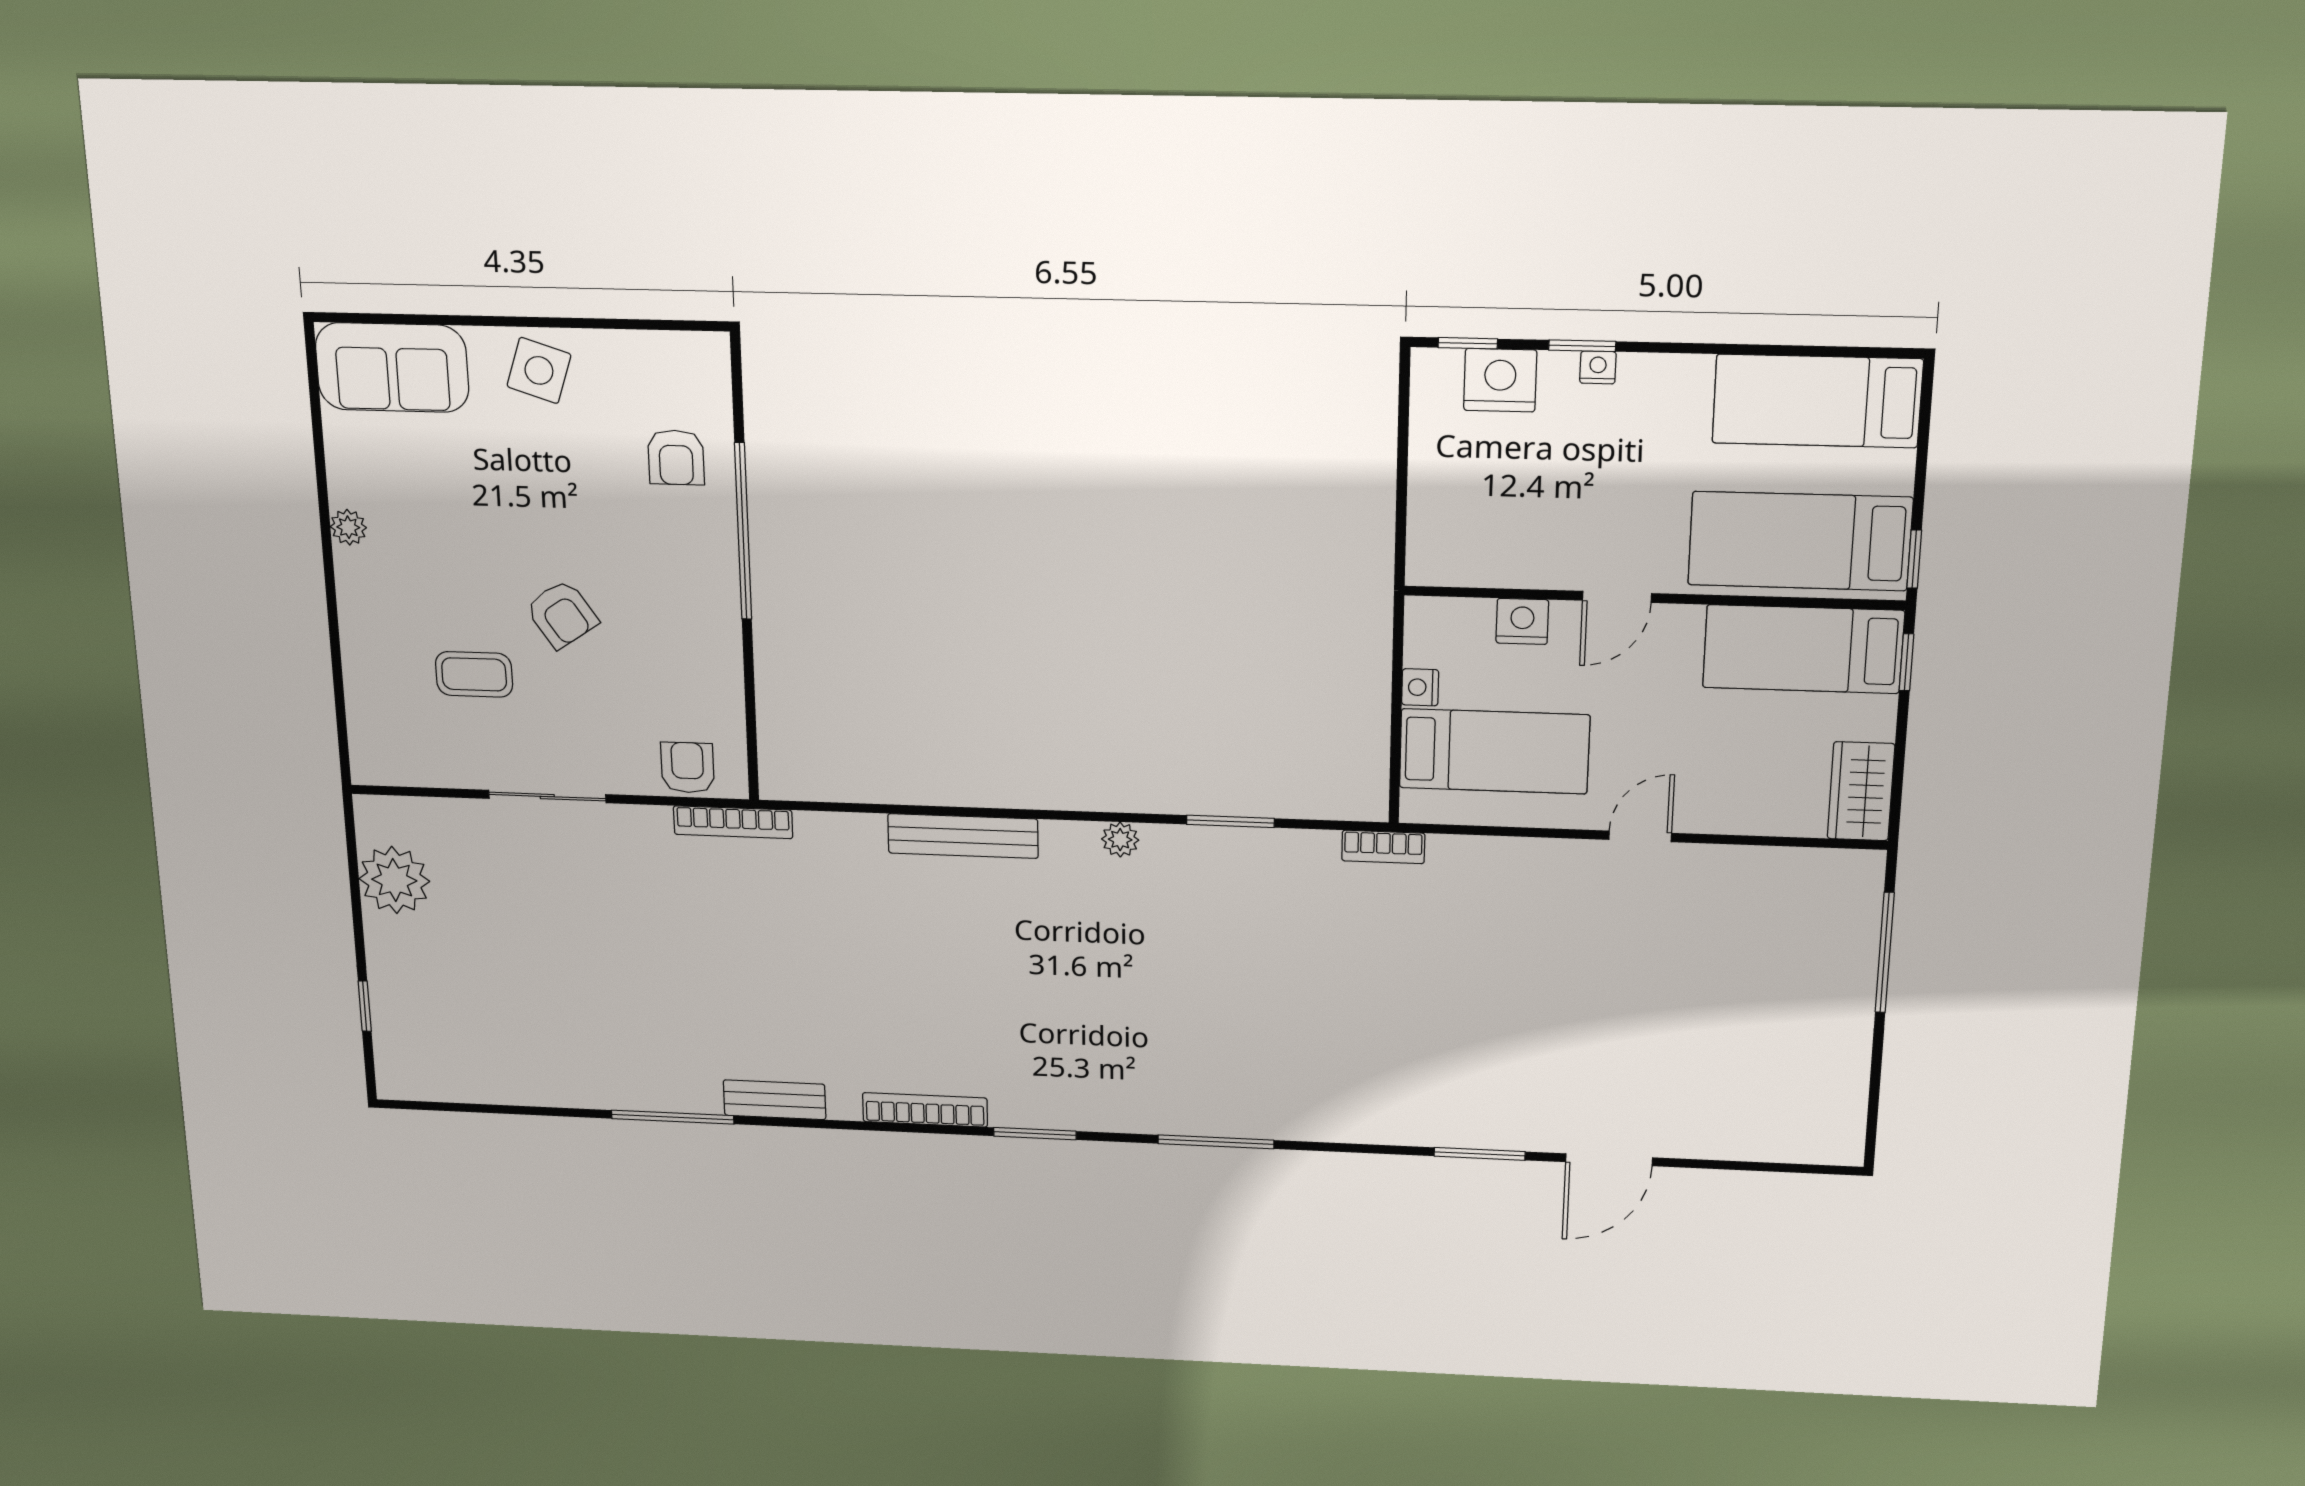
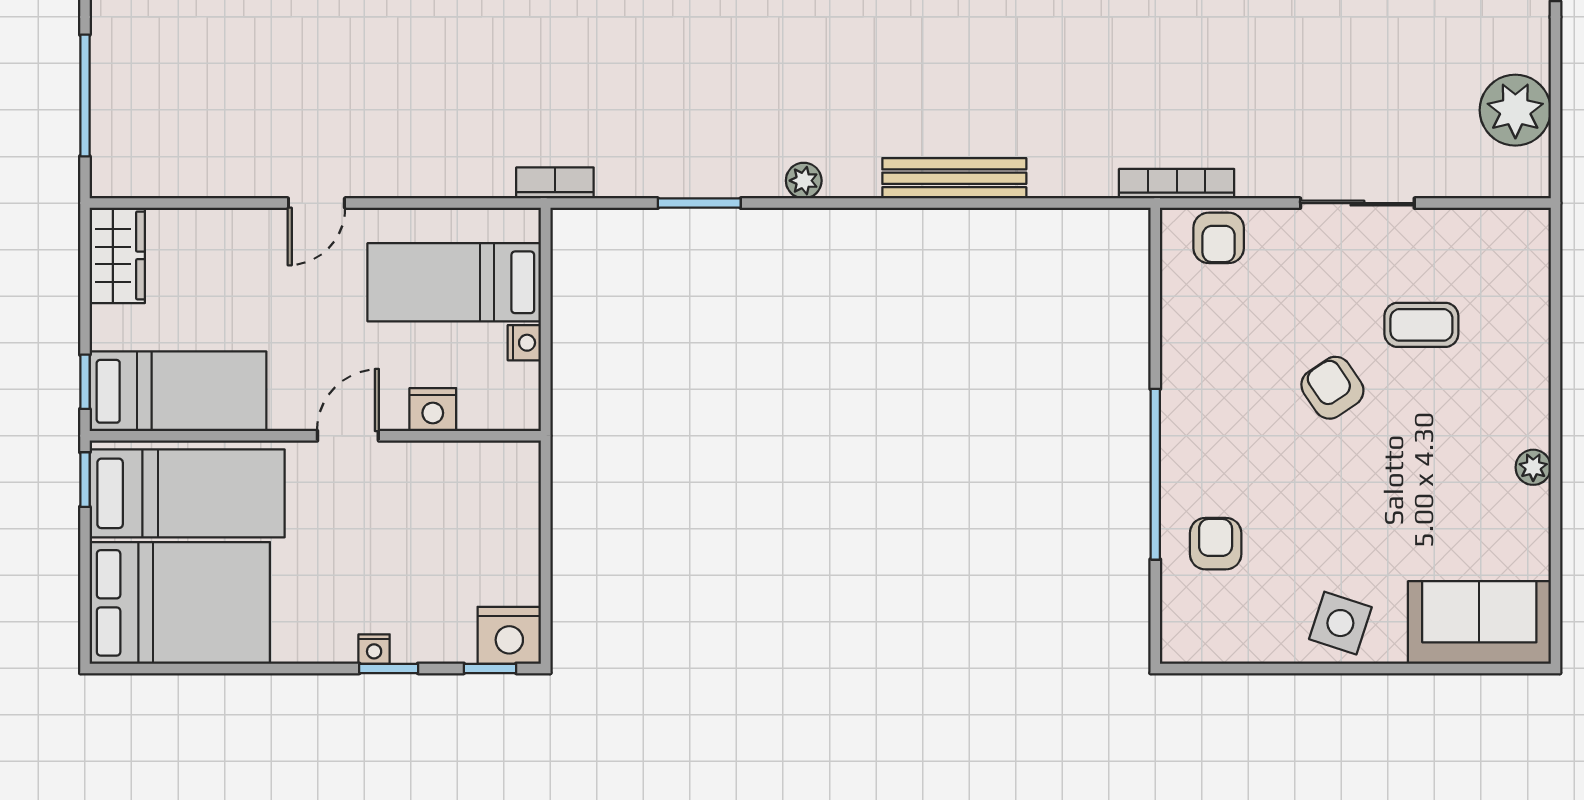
nightstand: (1500, 380) -> (509, 635), moved
bed: (1817, 401) -> (180, 603), width x1.50

